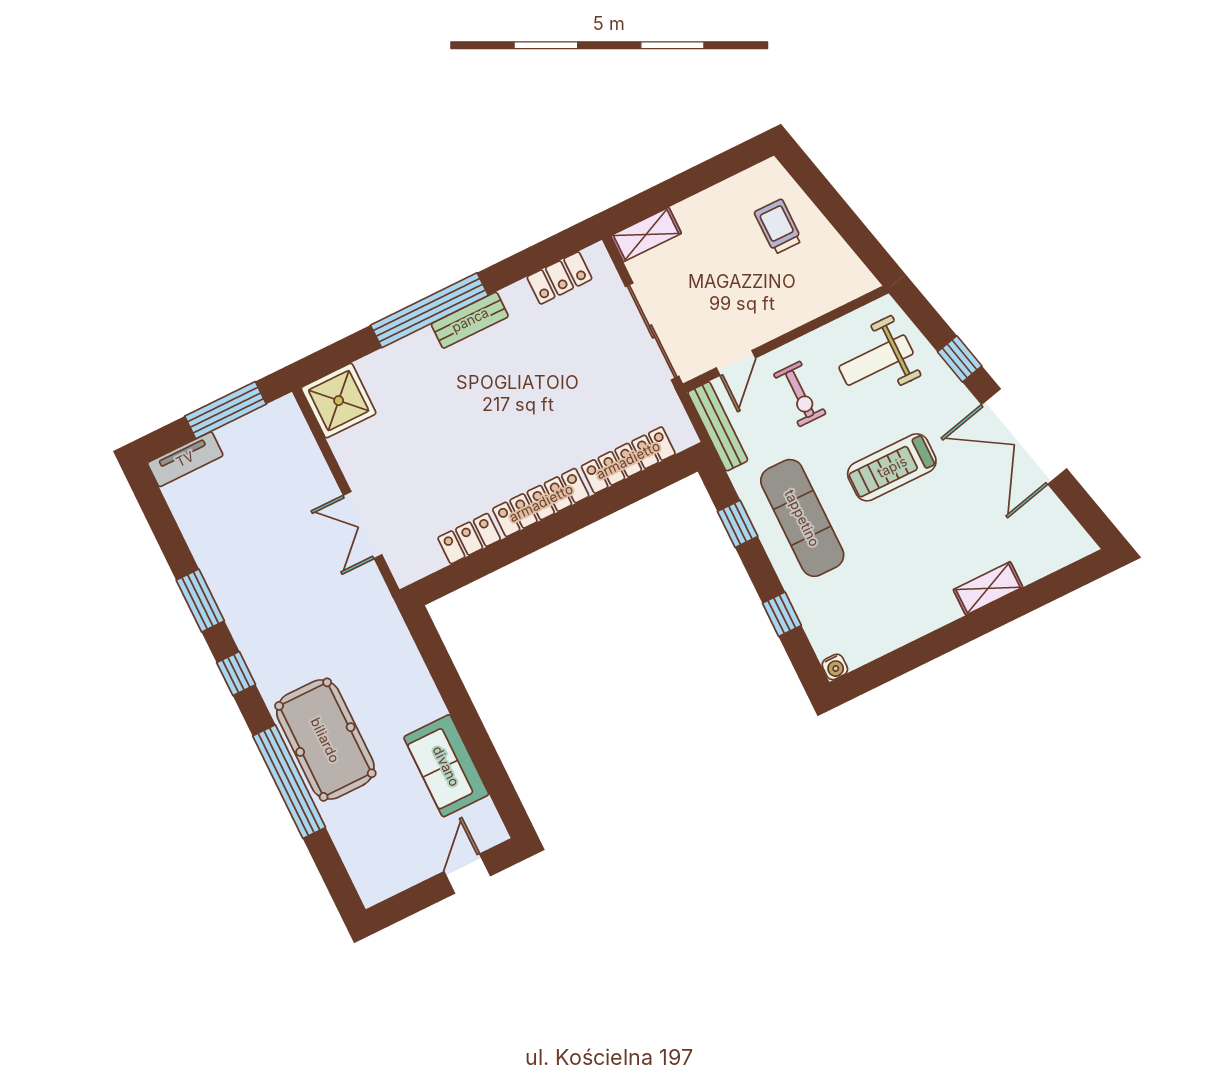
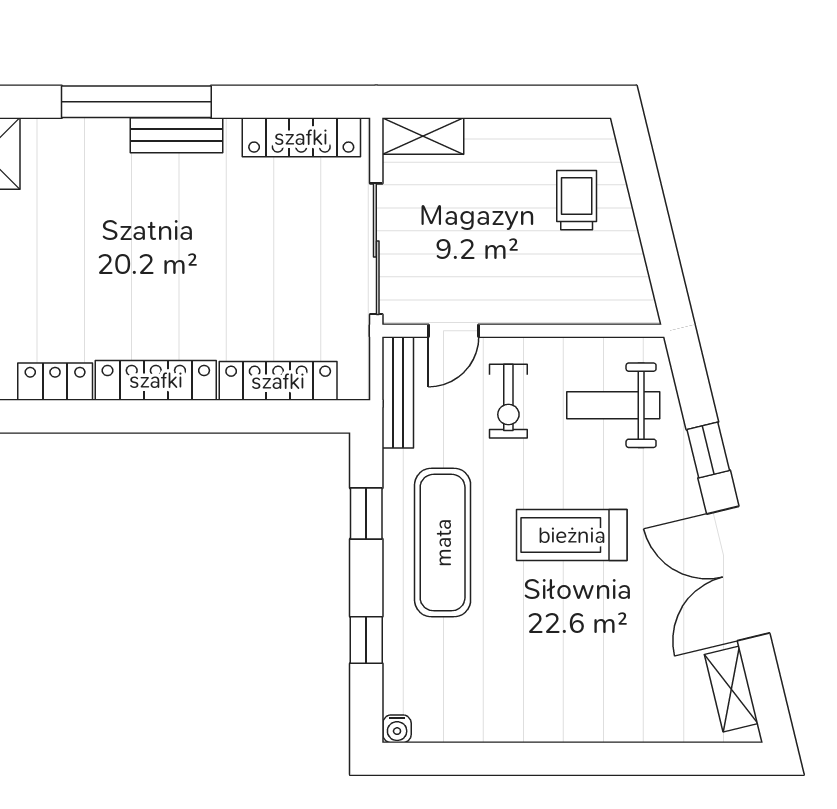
locker: (559, 278) -> (301, 137), width x1.53
shelving: (988, 588) -> (731, 689), moved, turned 76

